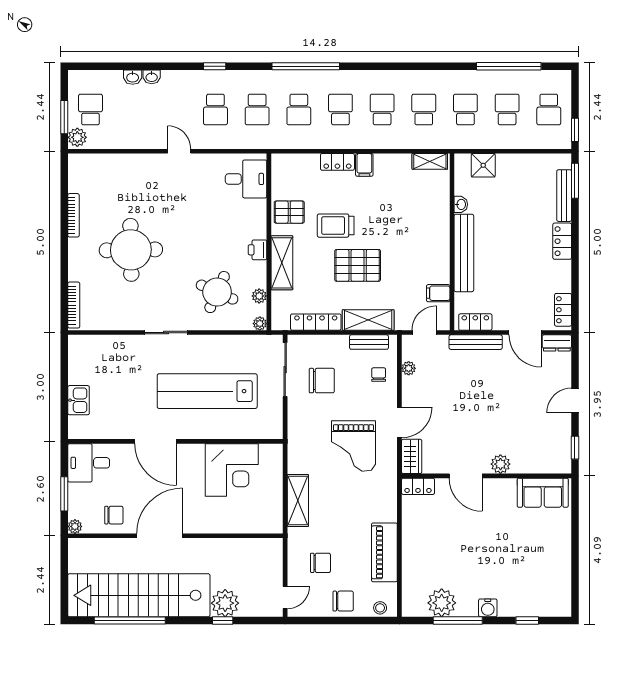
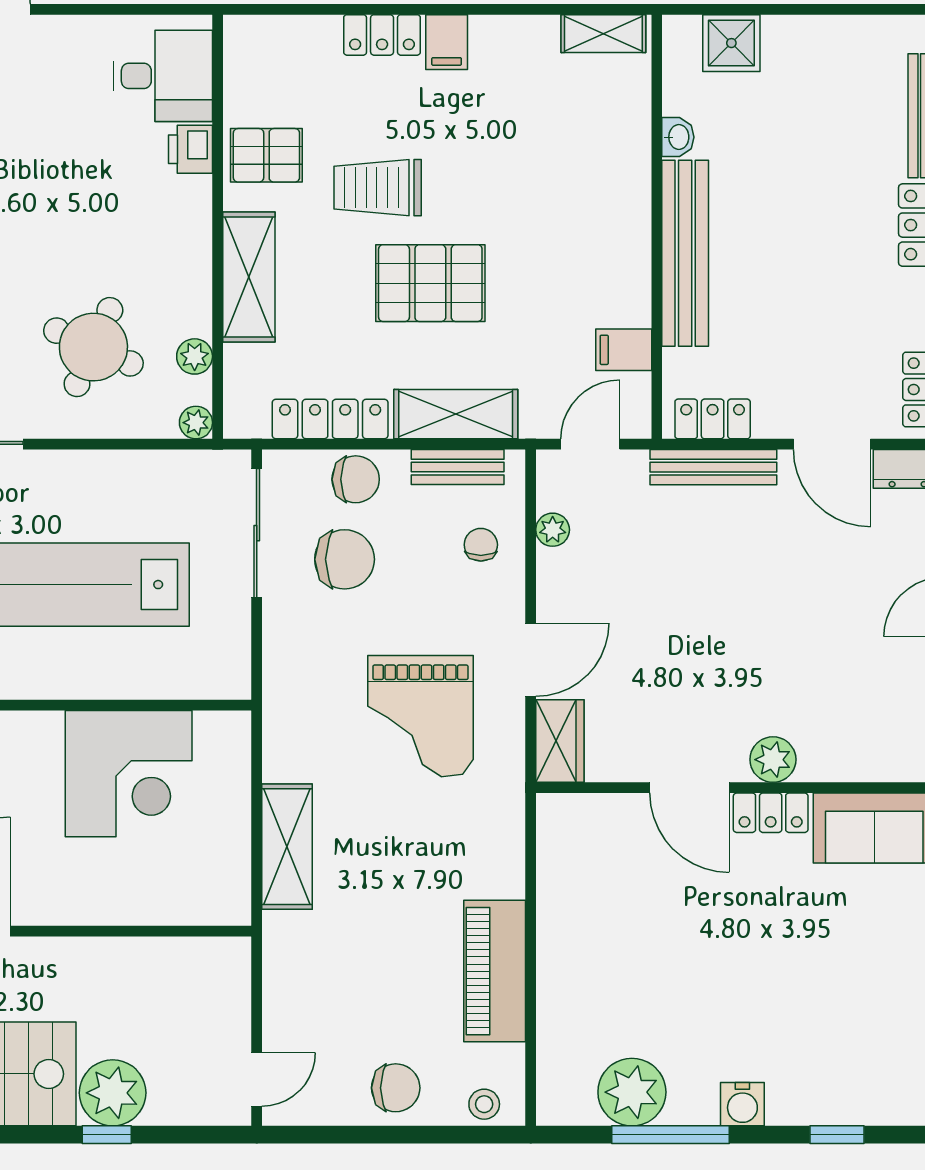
printer: (258, 250) -> (190, 149), moved
locker: (418, 486) -> (771, 813), moved
chair: (320, 563) -> (356, 479), moved

